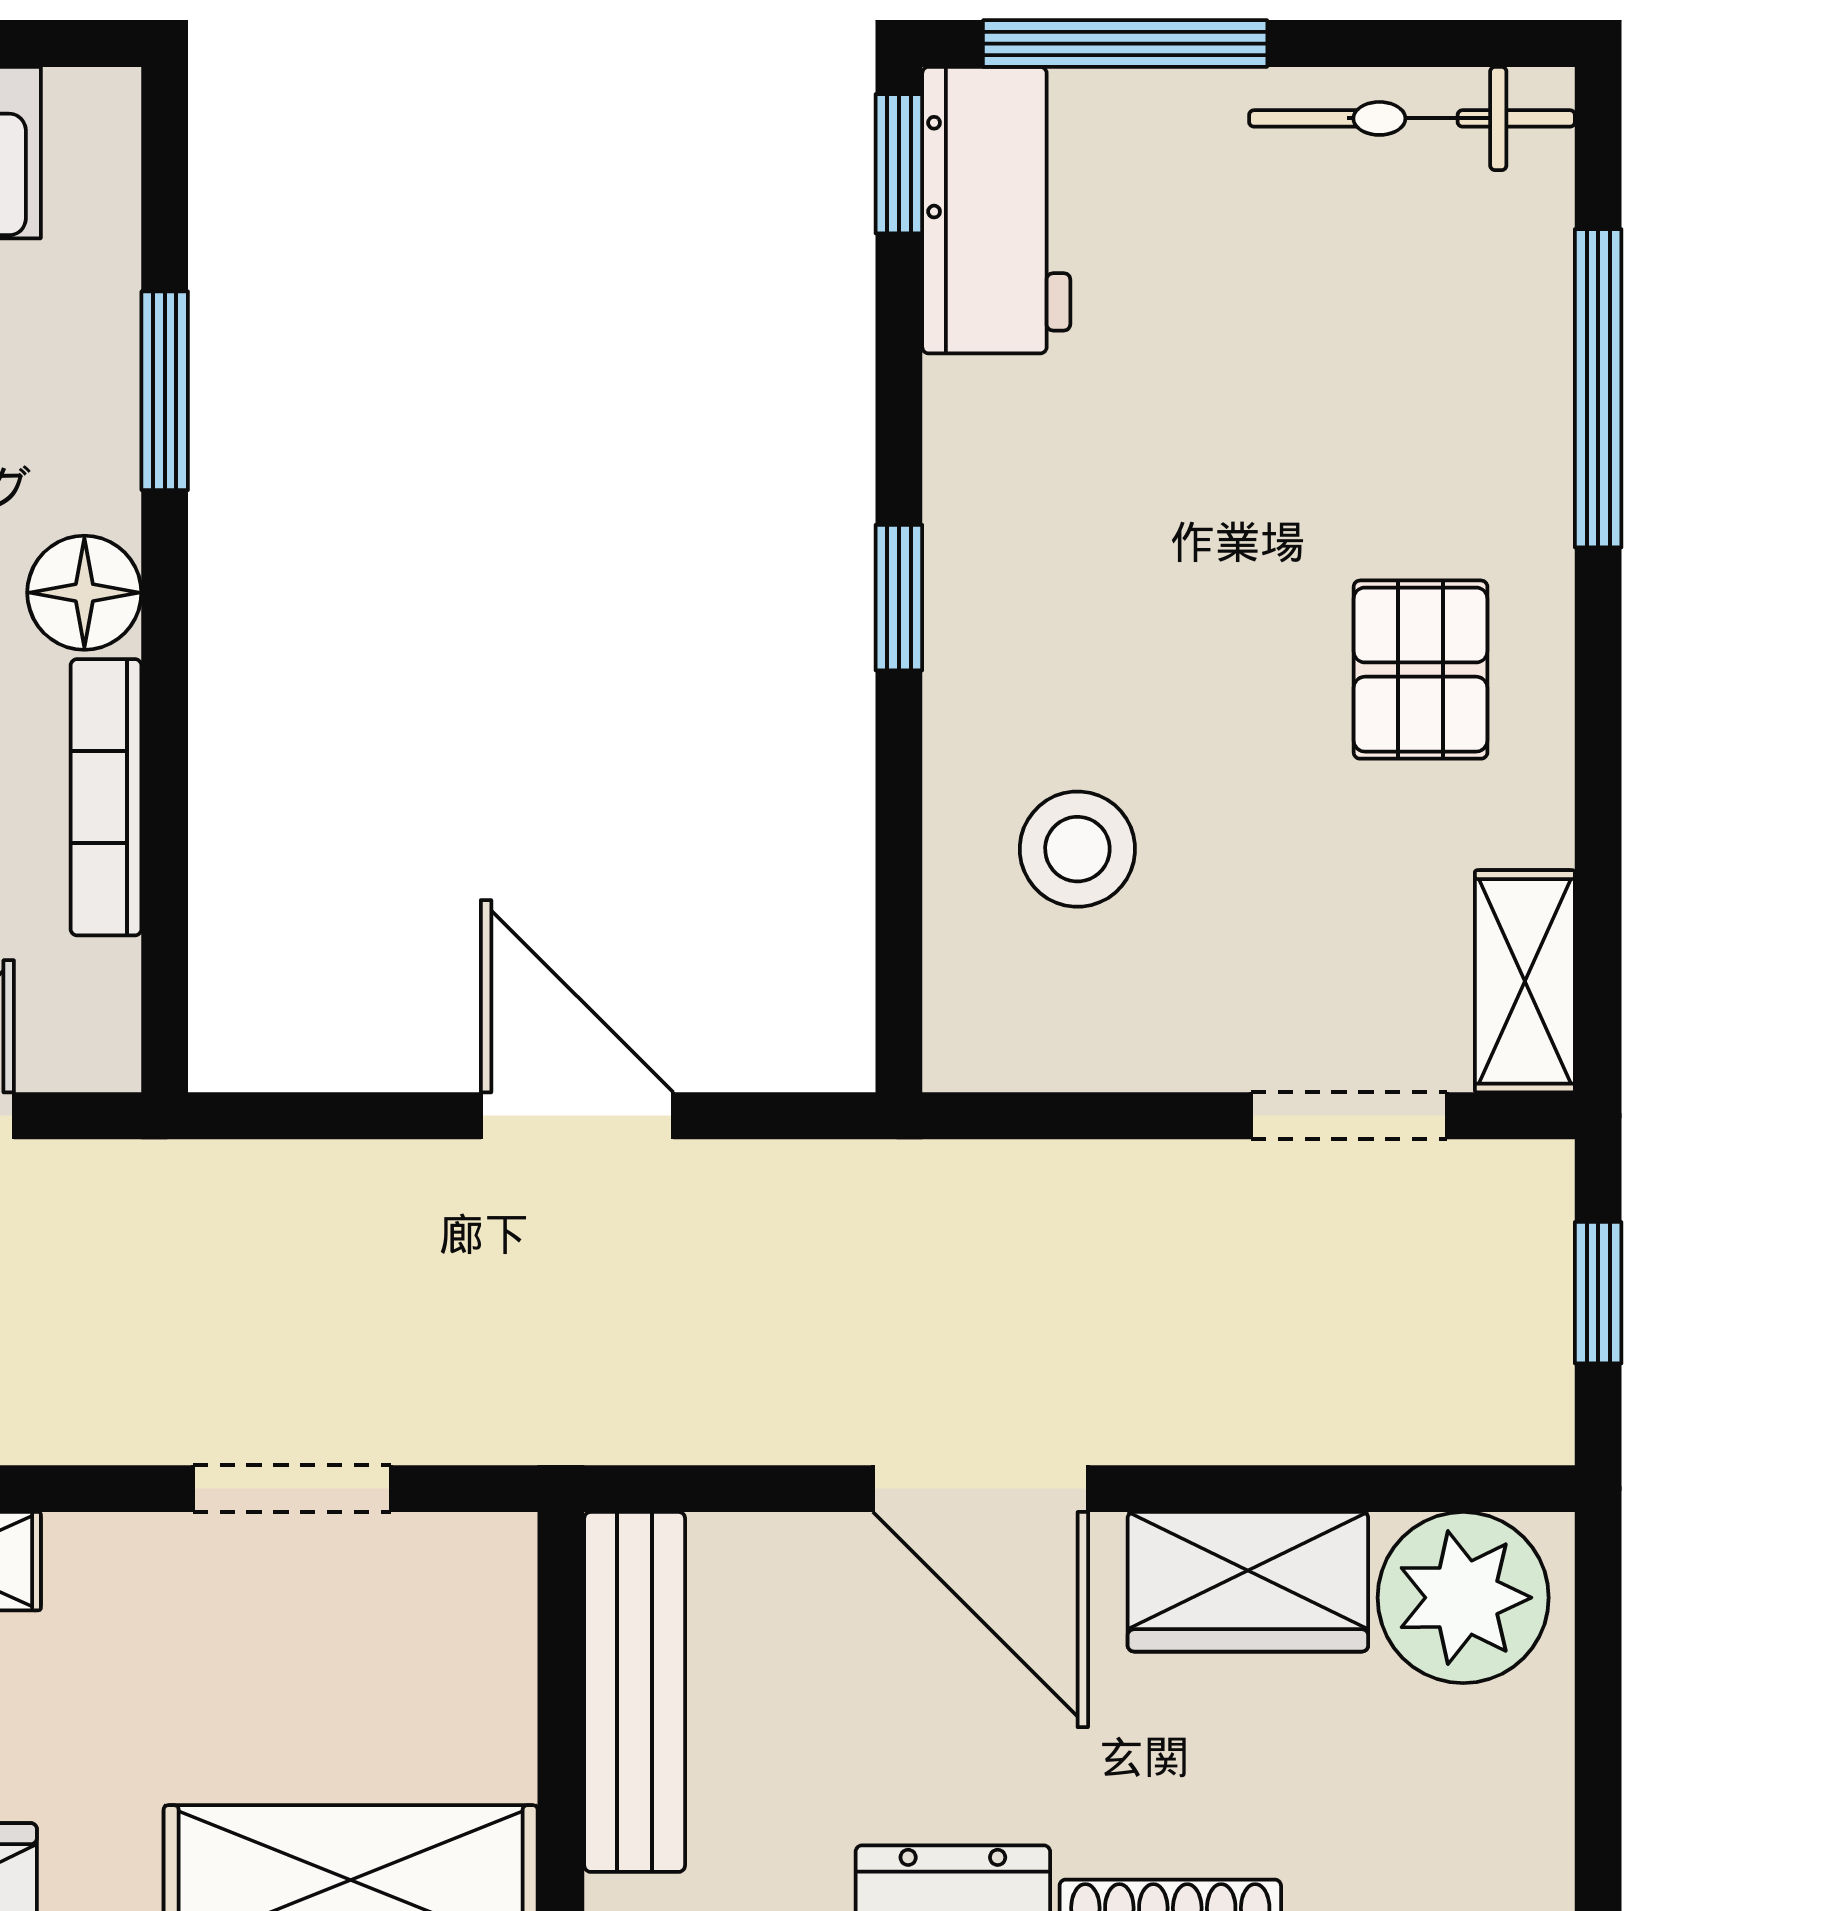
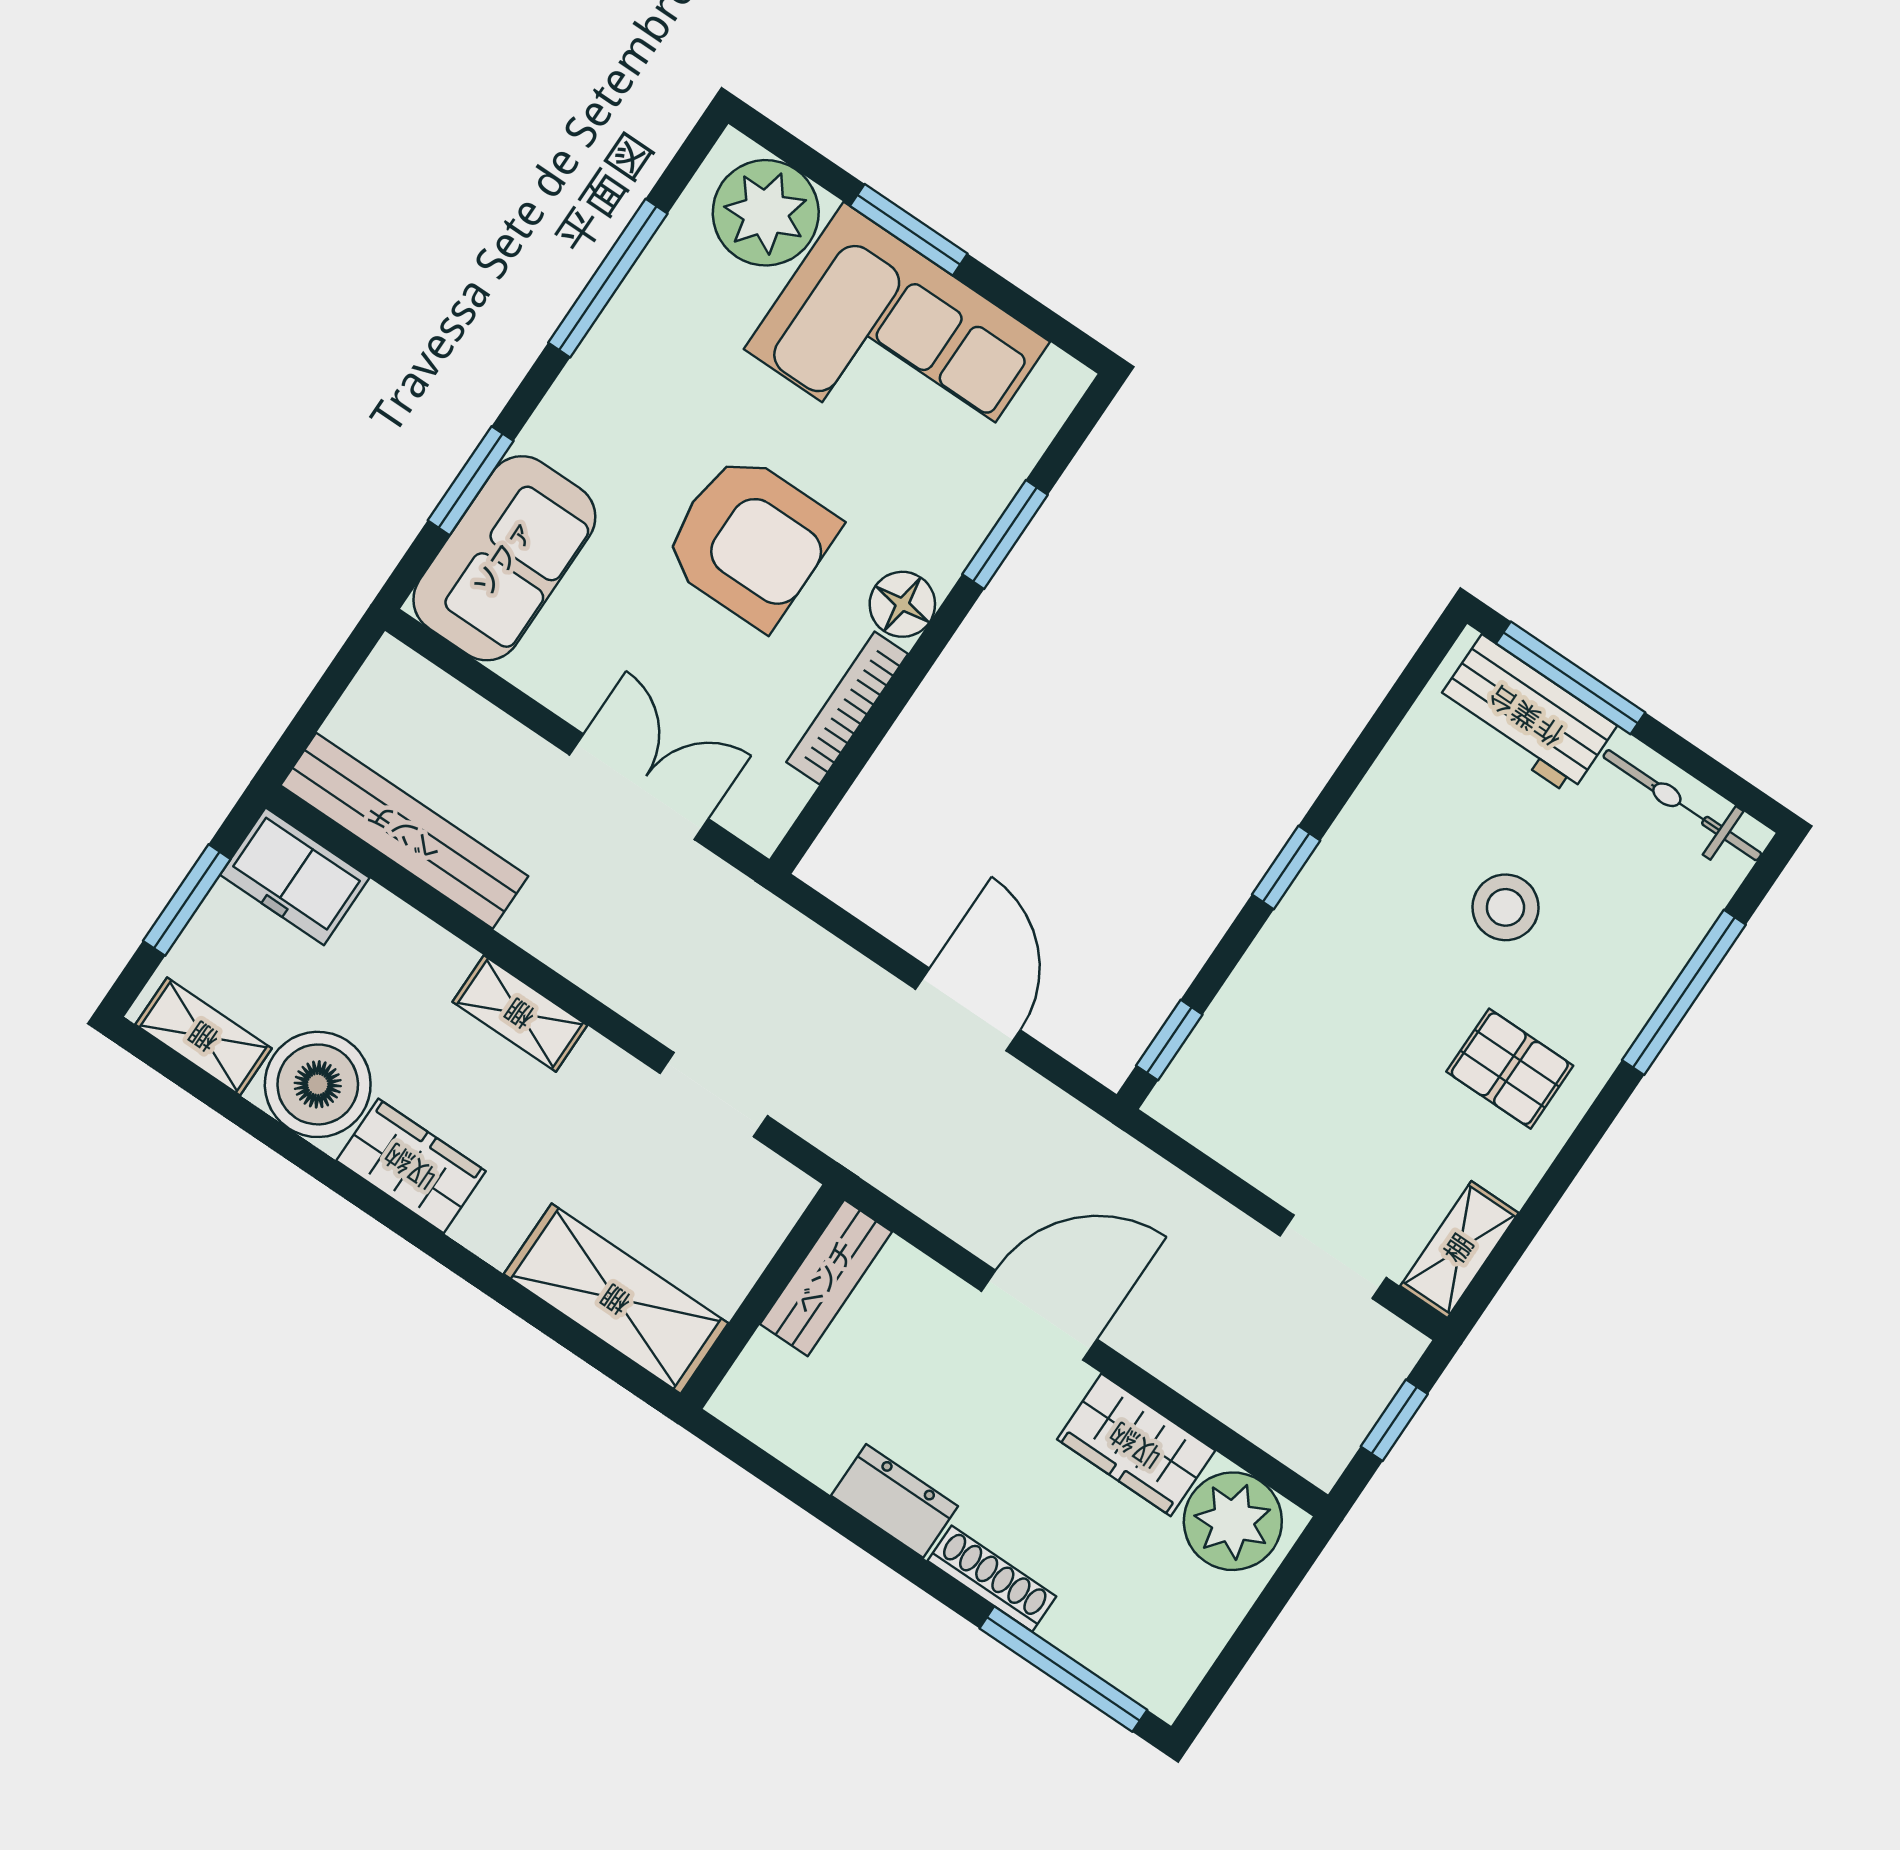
window: (899, 164) -> (1169, 1040), moved
workbench: (996, 210) -> (1526, 715), moved, turned 90
pallet: (1421, 670) -> (1510, 1069), turned 90
stool: (1077, 849) -> (1505, 907), moved
door: (980, 1489) -> (1039, 1315), swing flipped
bench: (635, 1692) -> (826, 1278), width x0.73

